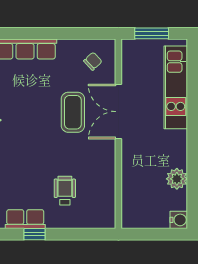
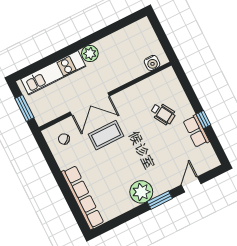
plant: (177, 179) -> (90, 54), moved
wheelchair: (65, 191) -> (163, 114), turned -121
water cooler: (179, 220) -> (152, 63), moved, turned 180

